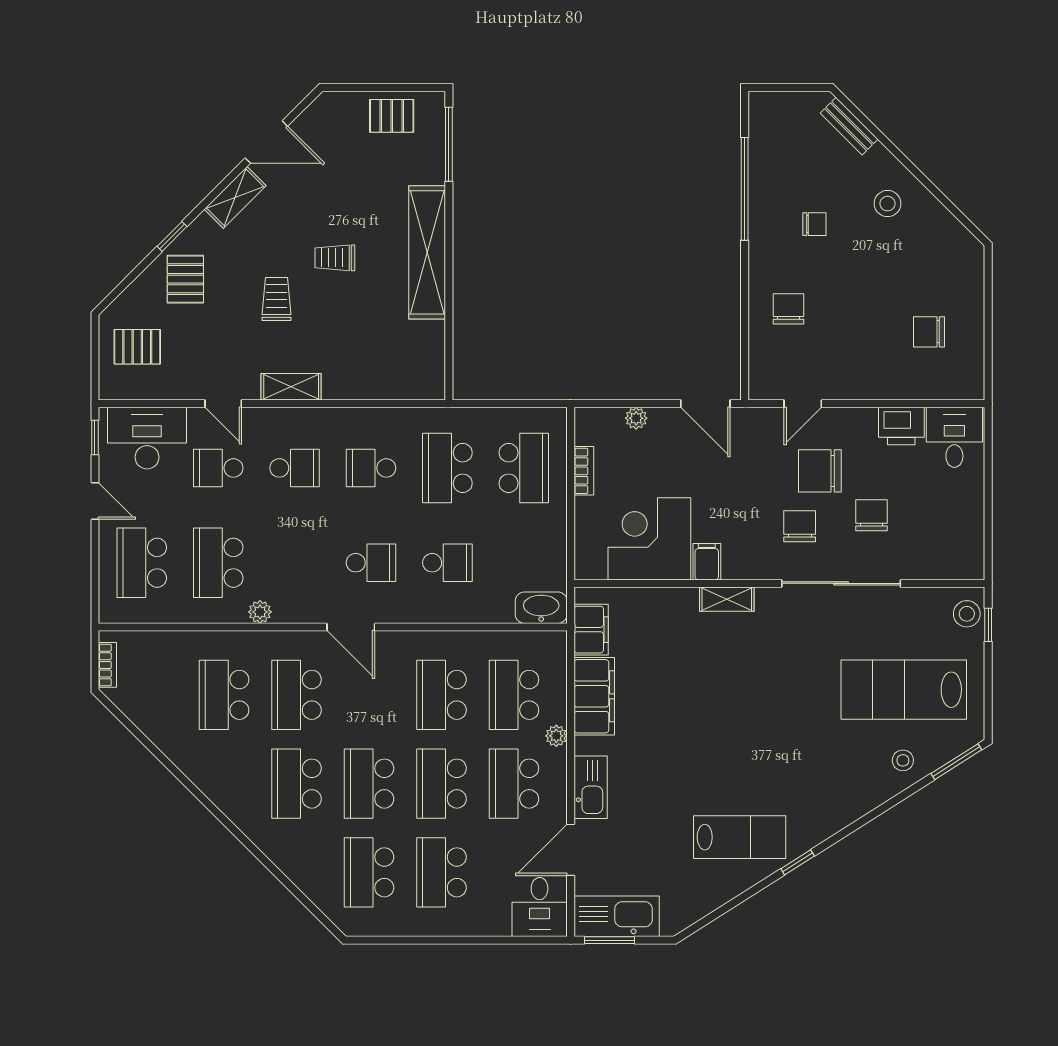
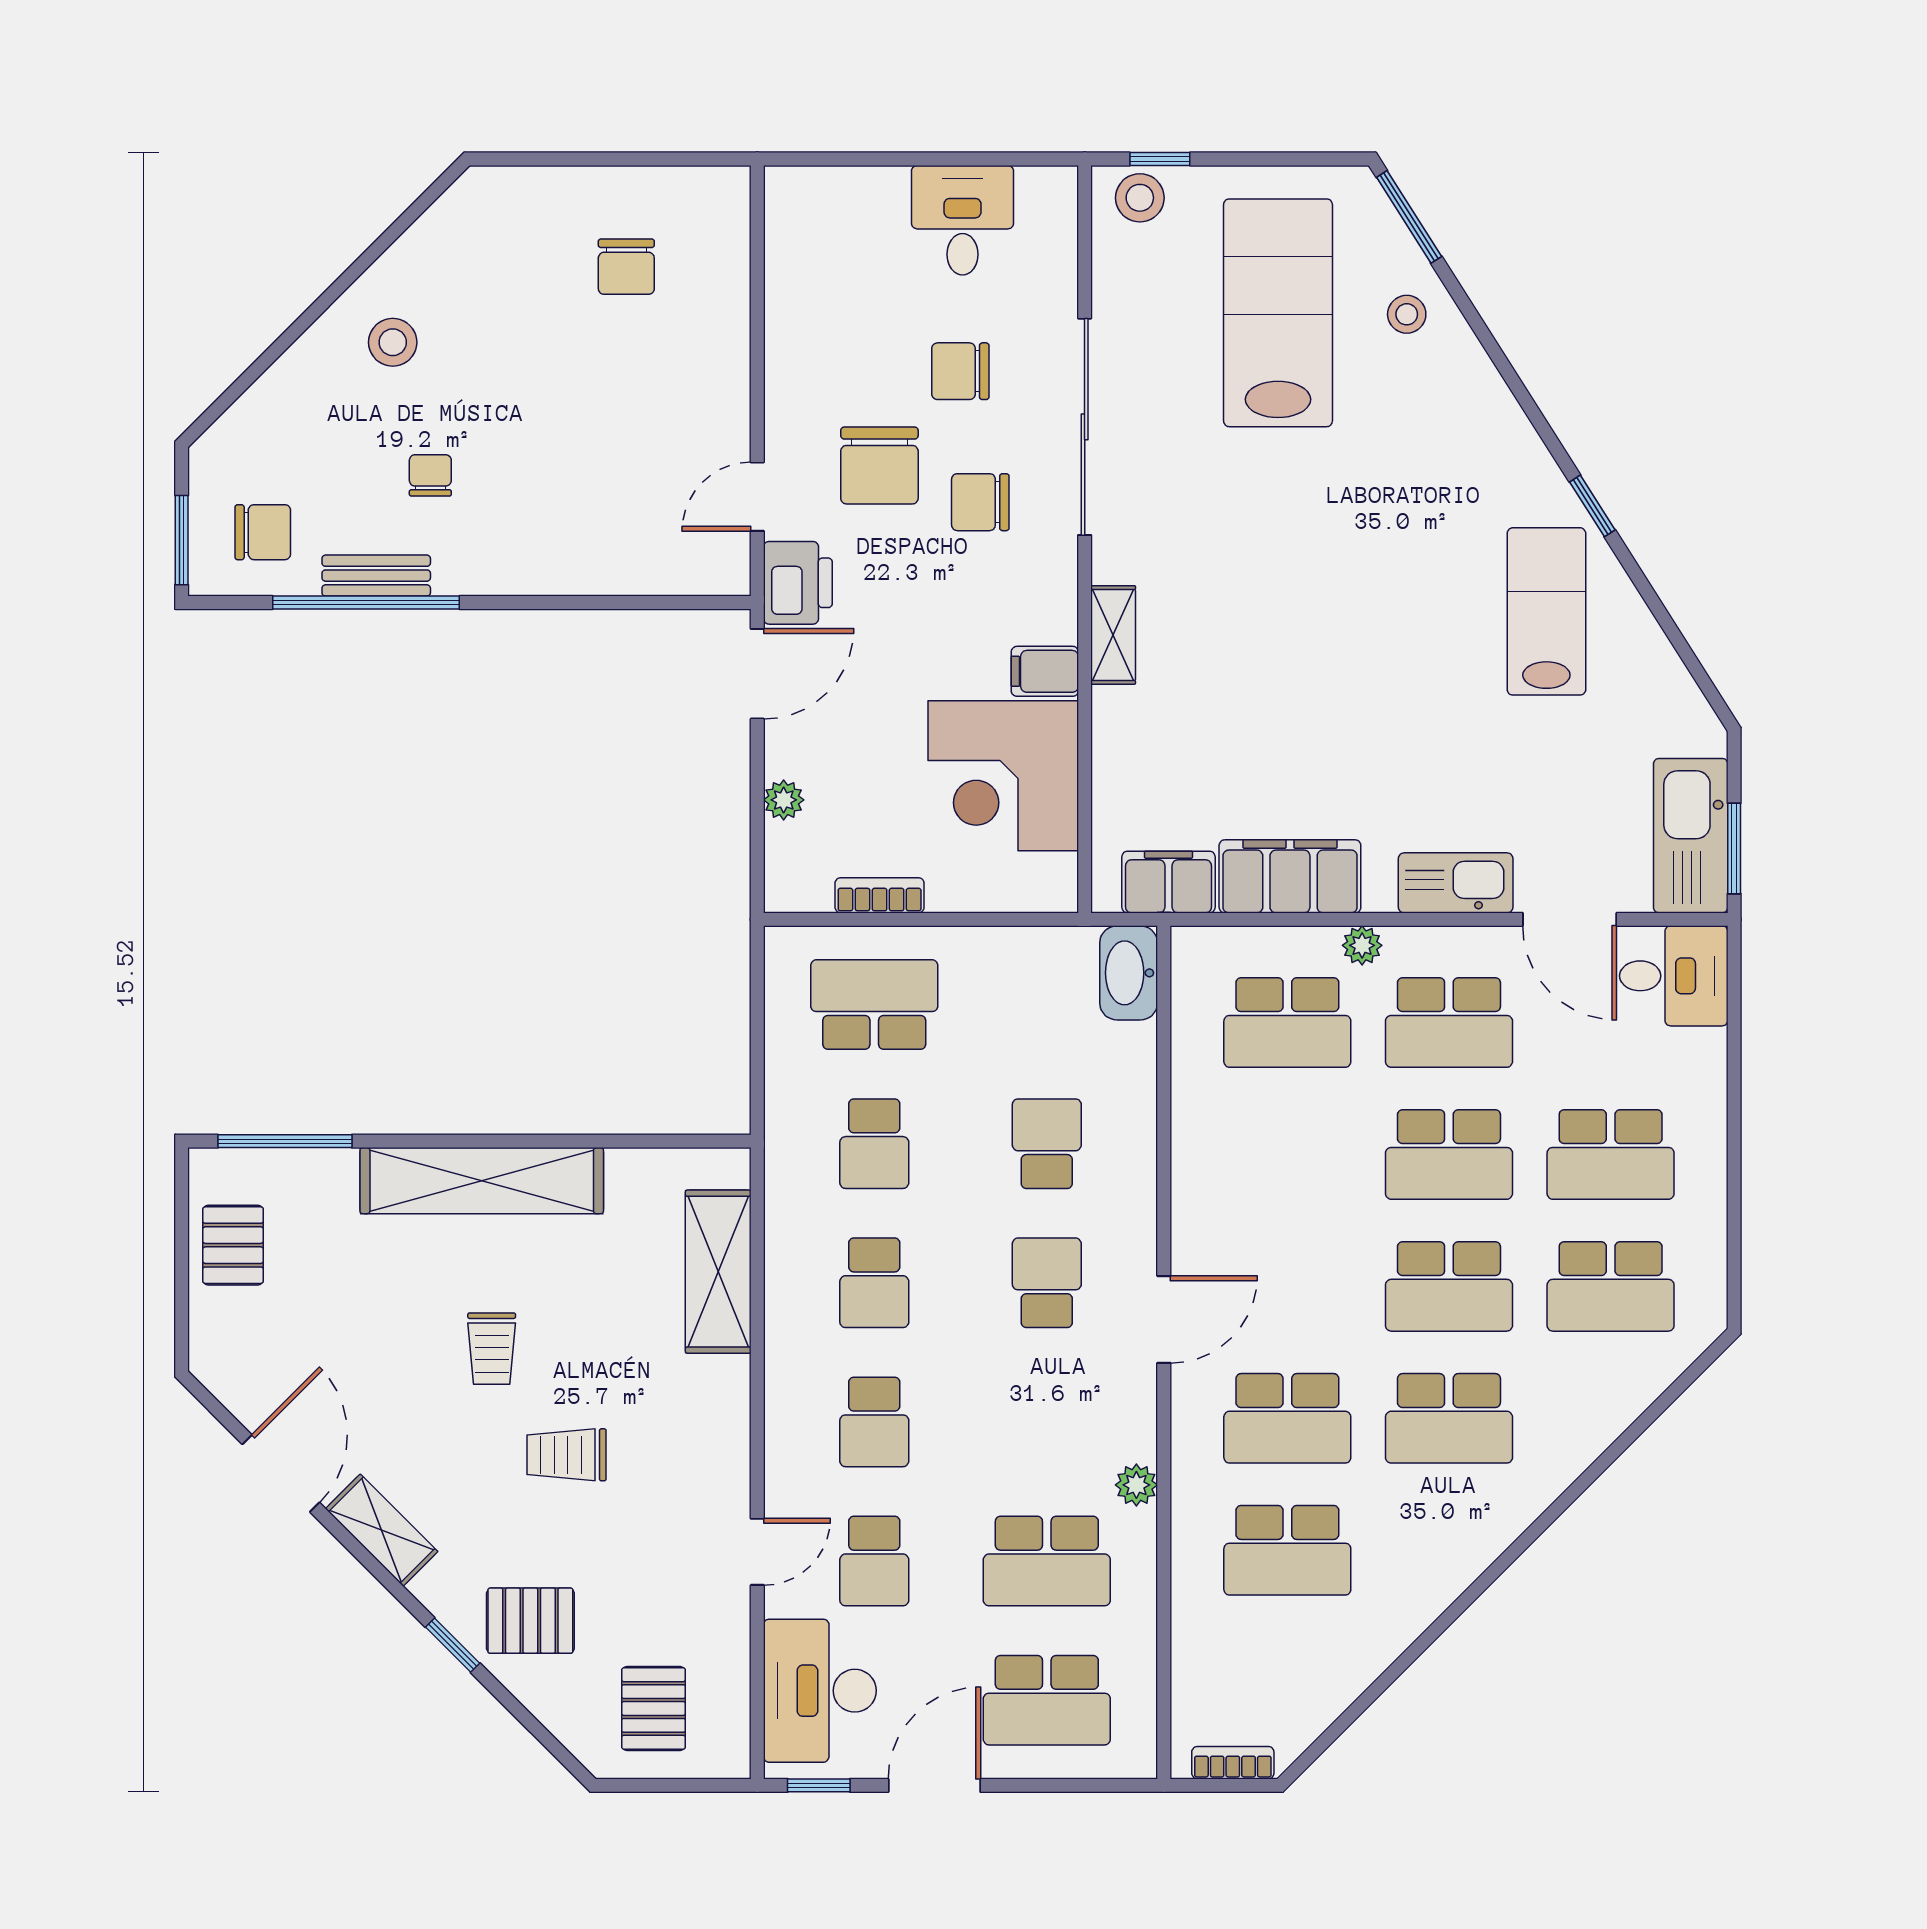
window: (779, 88) -> (182, 540), added
bench: (849, 126) -> (376, 576), moved, turned 45
chair: (788, 309) -> (263, 532), moved, turned 180
shelving: (291, 387) -> (718, 1272), moved, width x1.50, depth x1.33
door: (803, 404) -> (757, 497), swing flipped
printer: (901, 426) -> (798, 583), moved
desk: (954, 437) -> (963, 220), moved, turned 90
school desk: (295, 468) -> (874, 1422), turned 180
school desk: (447, 468) -> (874, 1144), width x0.54
door: (95, 501) -> (934, 1785), width x1.38
lab bench: (904, 690) -> (1278, 313), turned 180
school desk: (441, 695) -> (1287, 1154), removed

